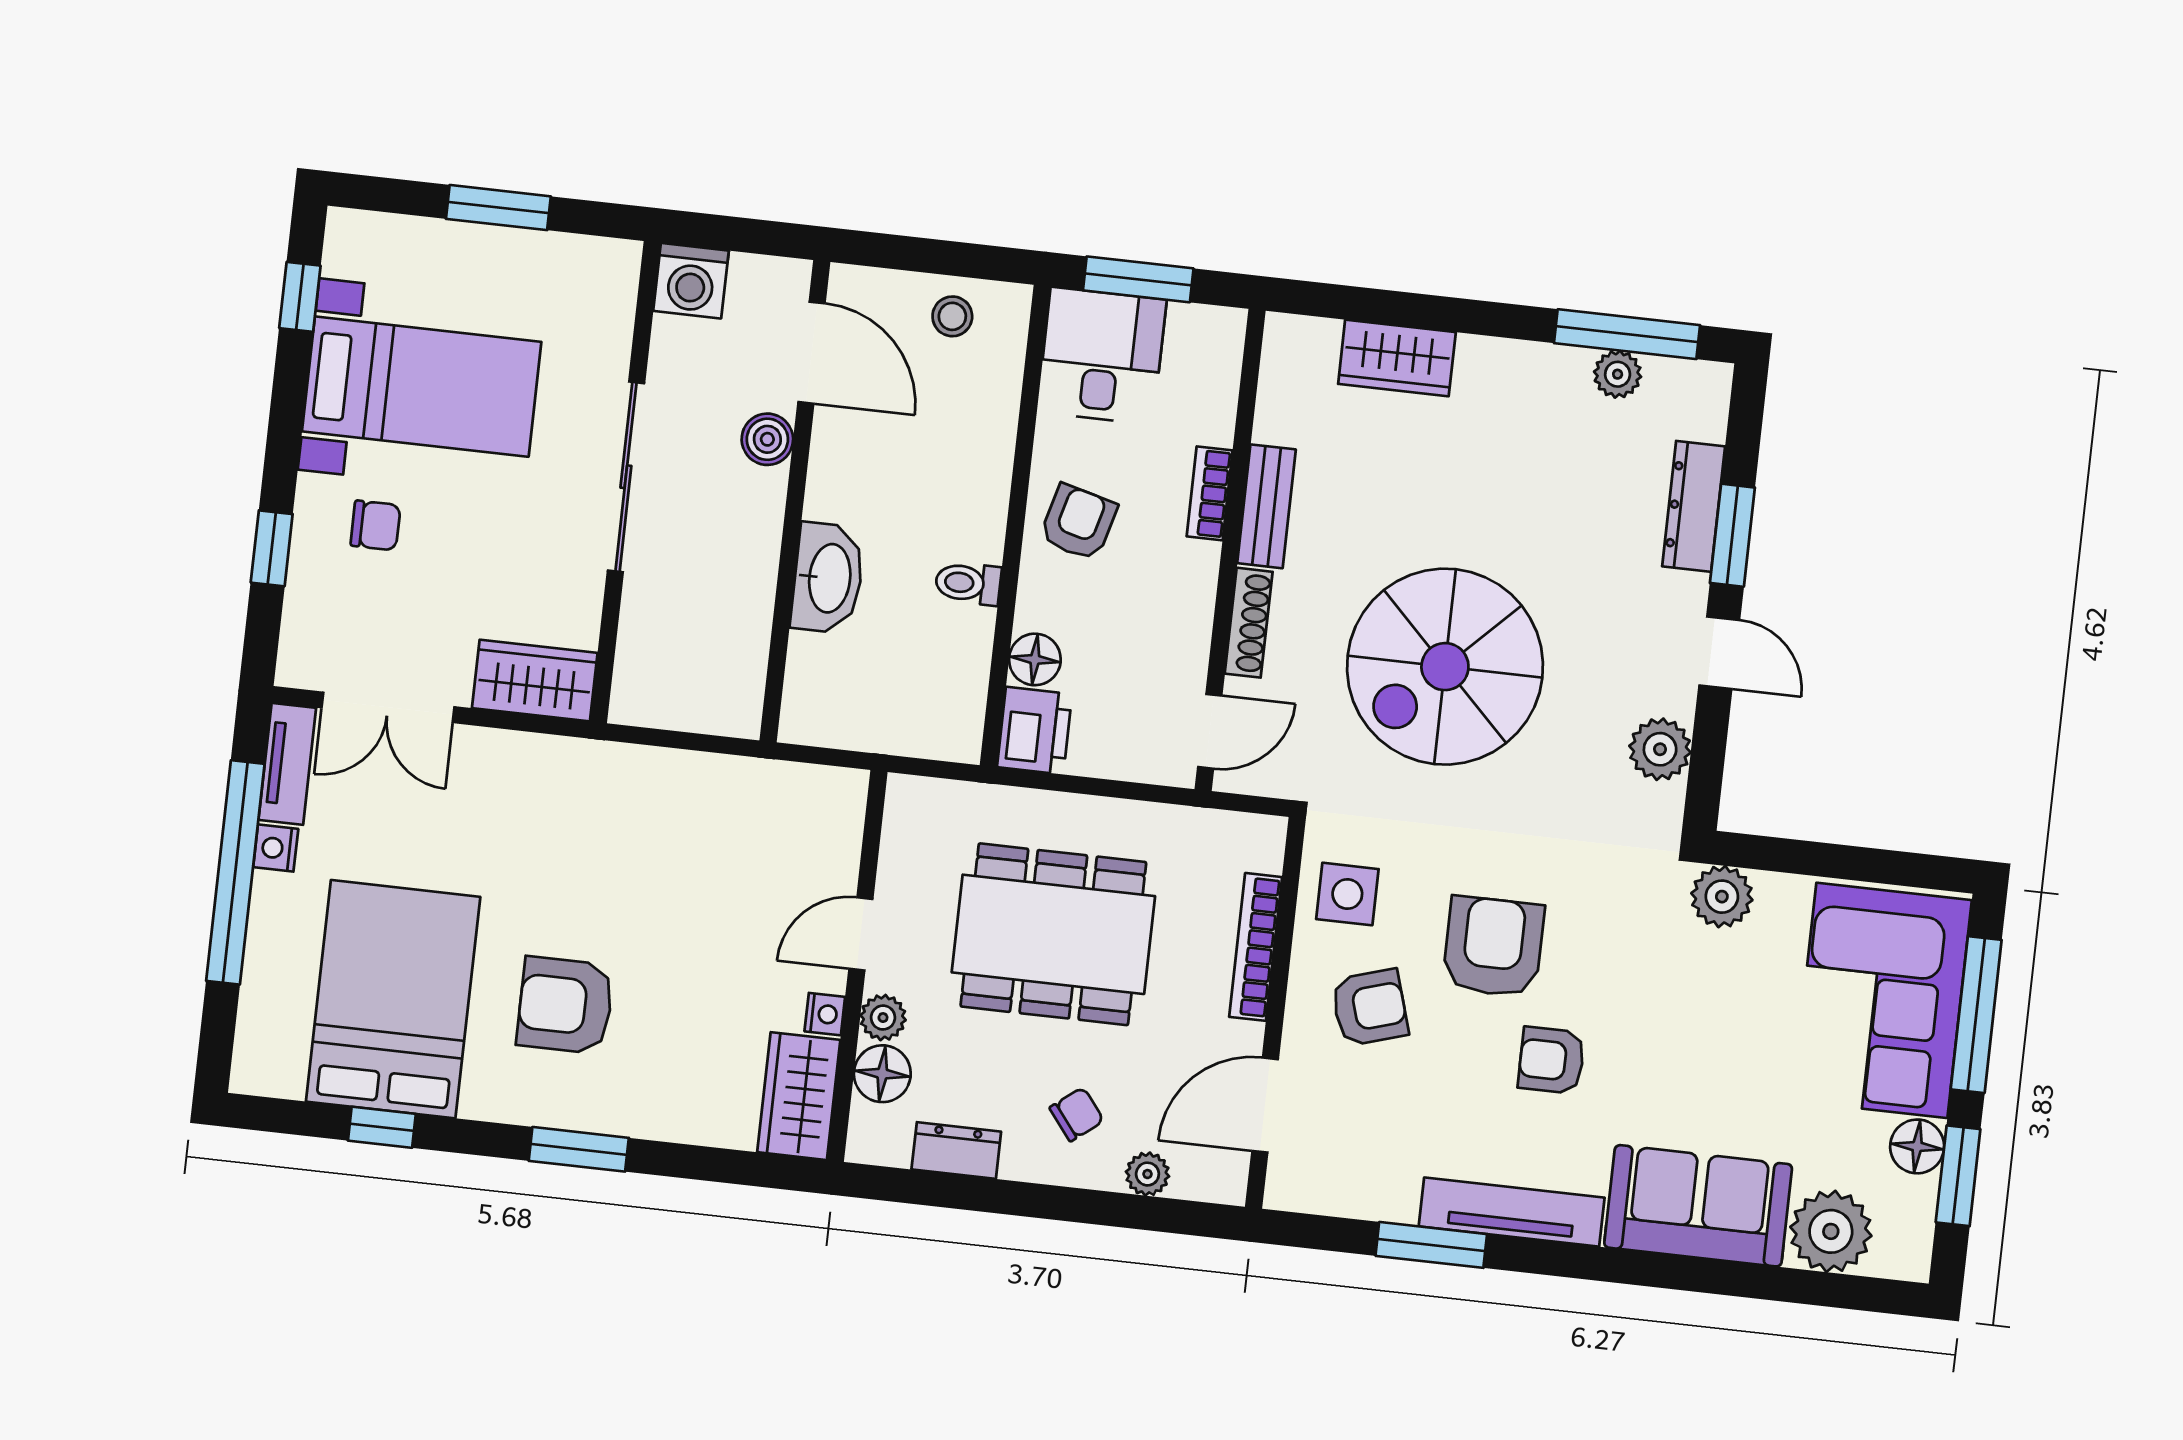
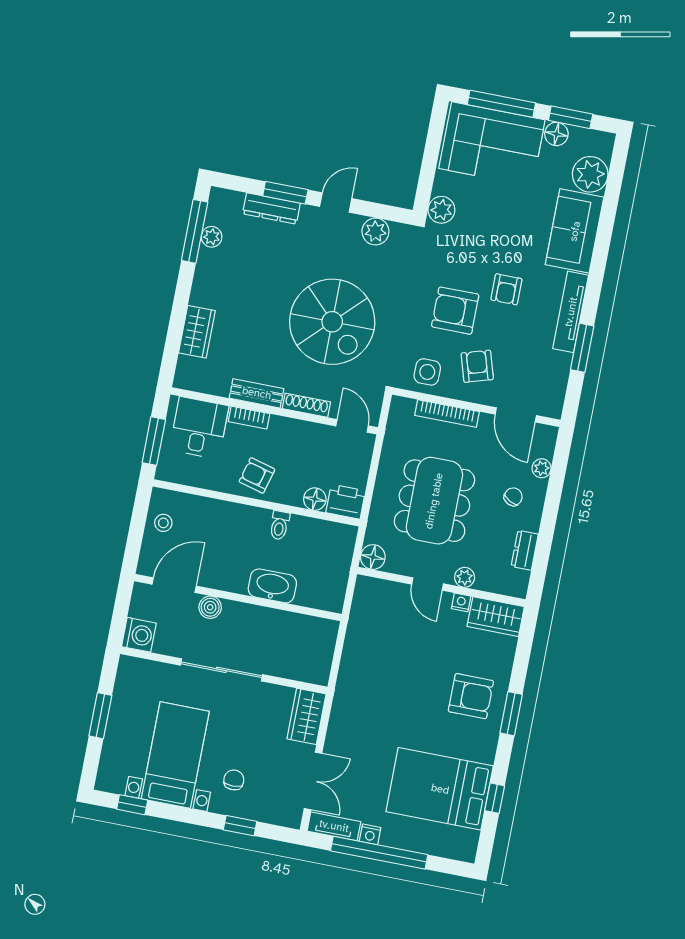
desk: (1102, 356) -> (199, 428), moved, turned 90
armchair: (565, 1005) -> (471, 696), moved, turned -90
floor lamp: (882, 1074) -> (373, 557), moved
chair: (1077, 1114) -> (513, 497), turned 66

